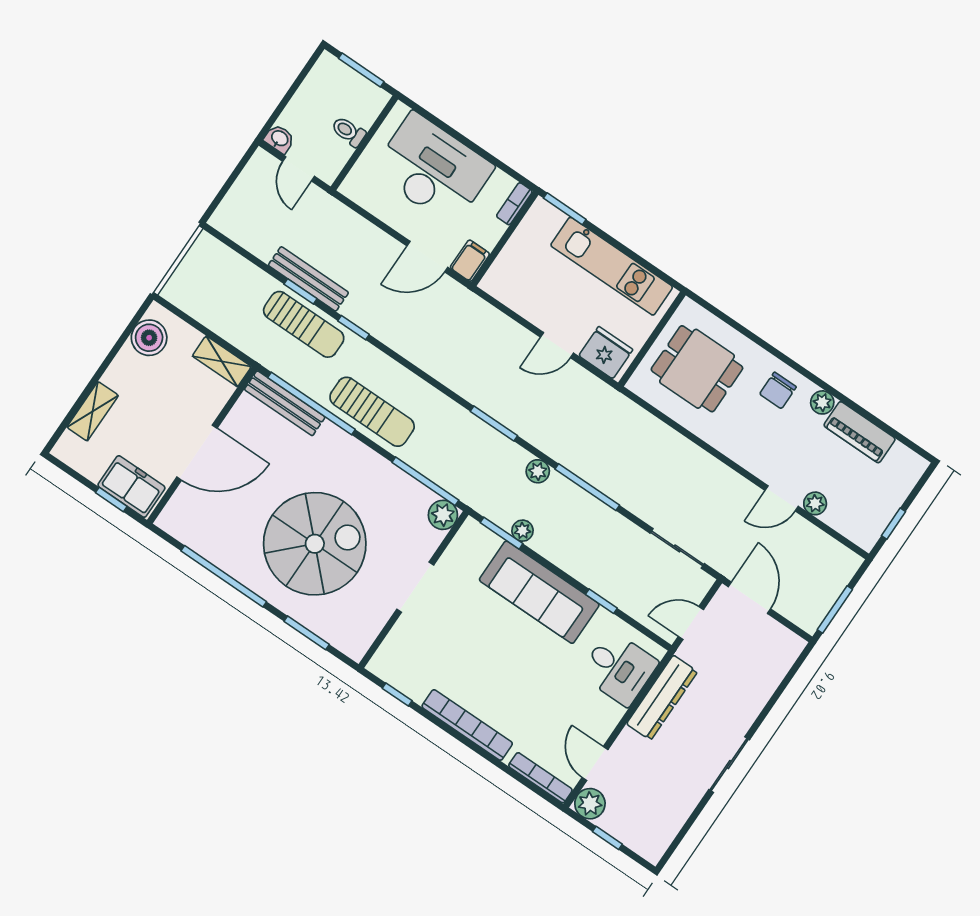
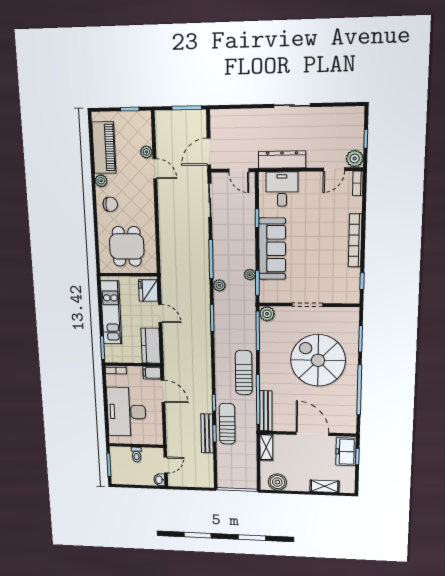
kitchen counter: (516, 291) -> (151, 346), added
piano: (860, 432) -> (104, 148), width x1.37, depth x1.33
bookcase: (540, 778) -> (358, 183), width x0.64

